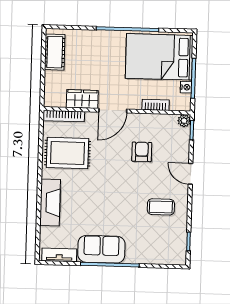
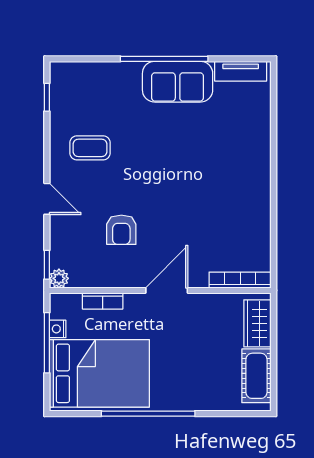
wardrobe: (82, 99) -> (257, 323), moved, turned 90
rug: (67, 153) -> (233, 225), removed
fireplace: (50, 203) -> (257, 150), removed

